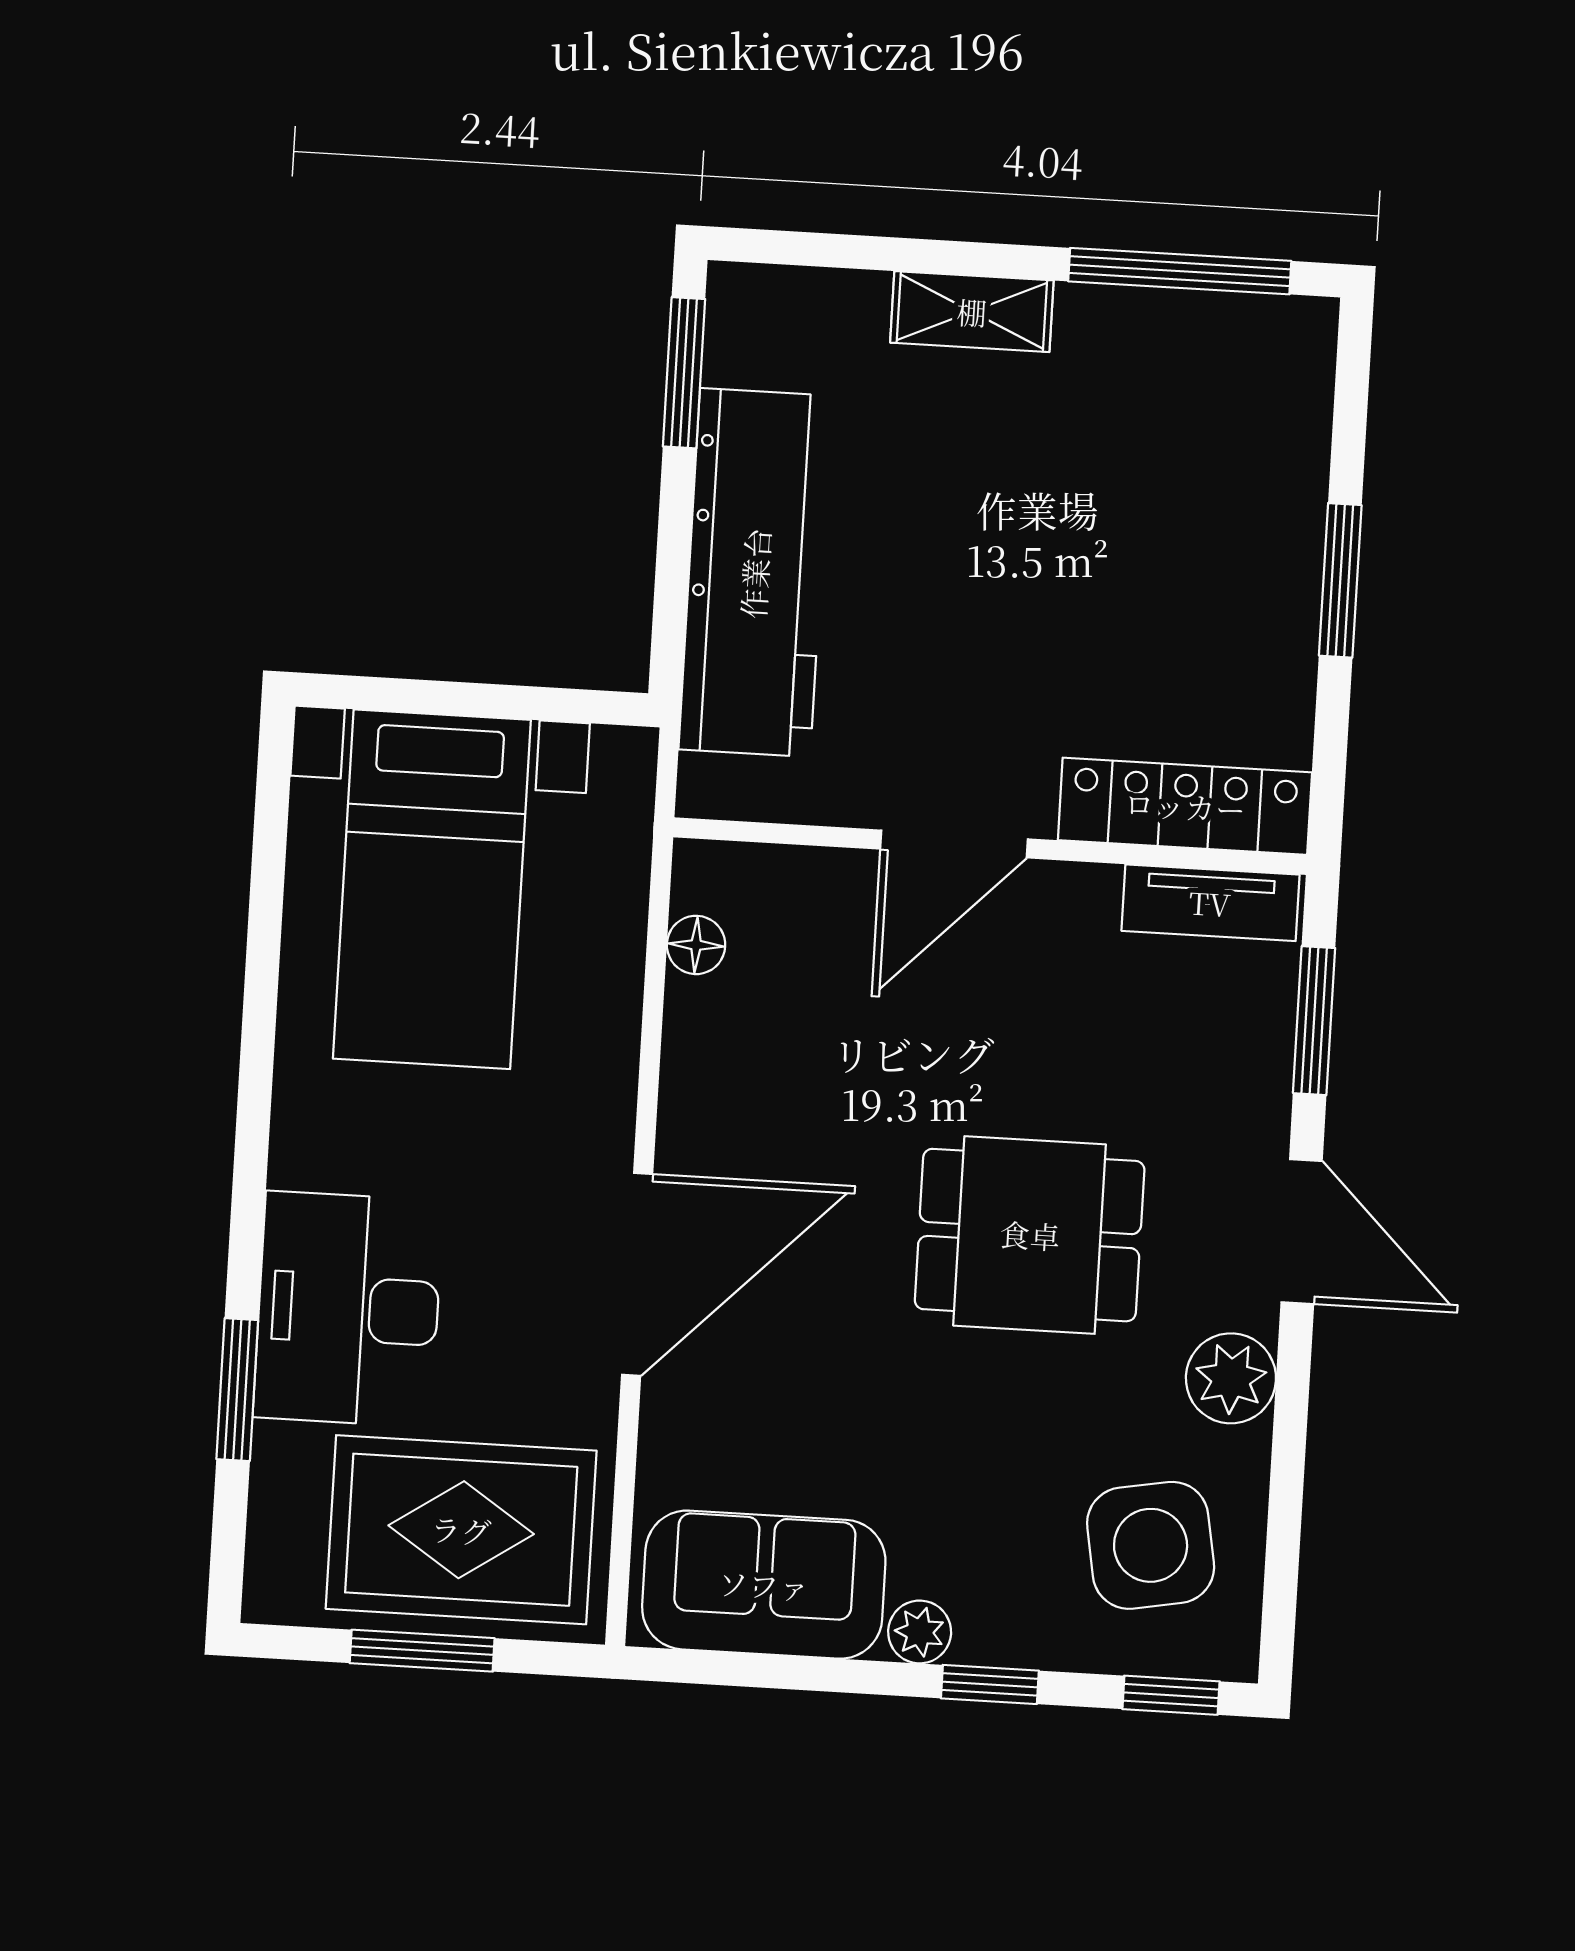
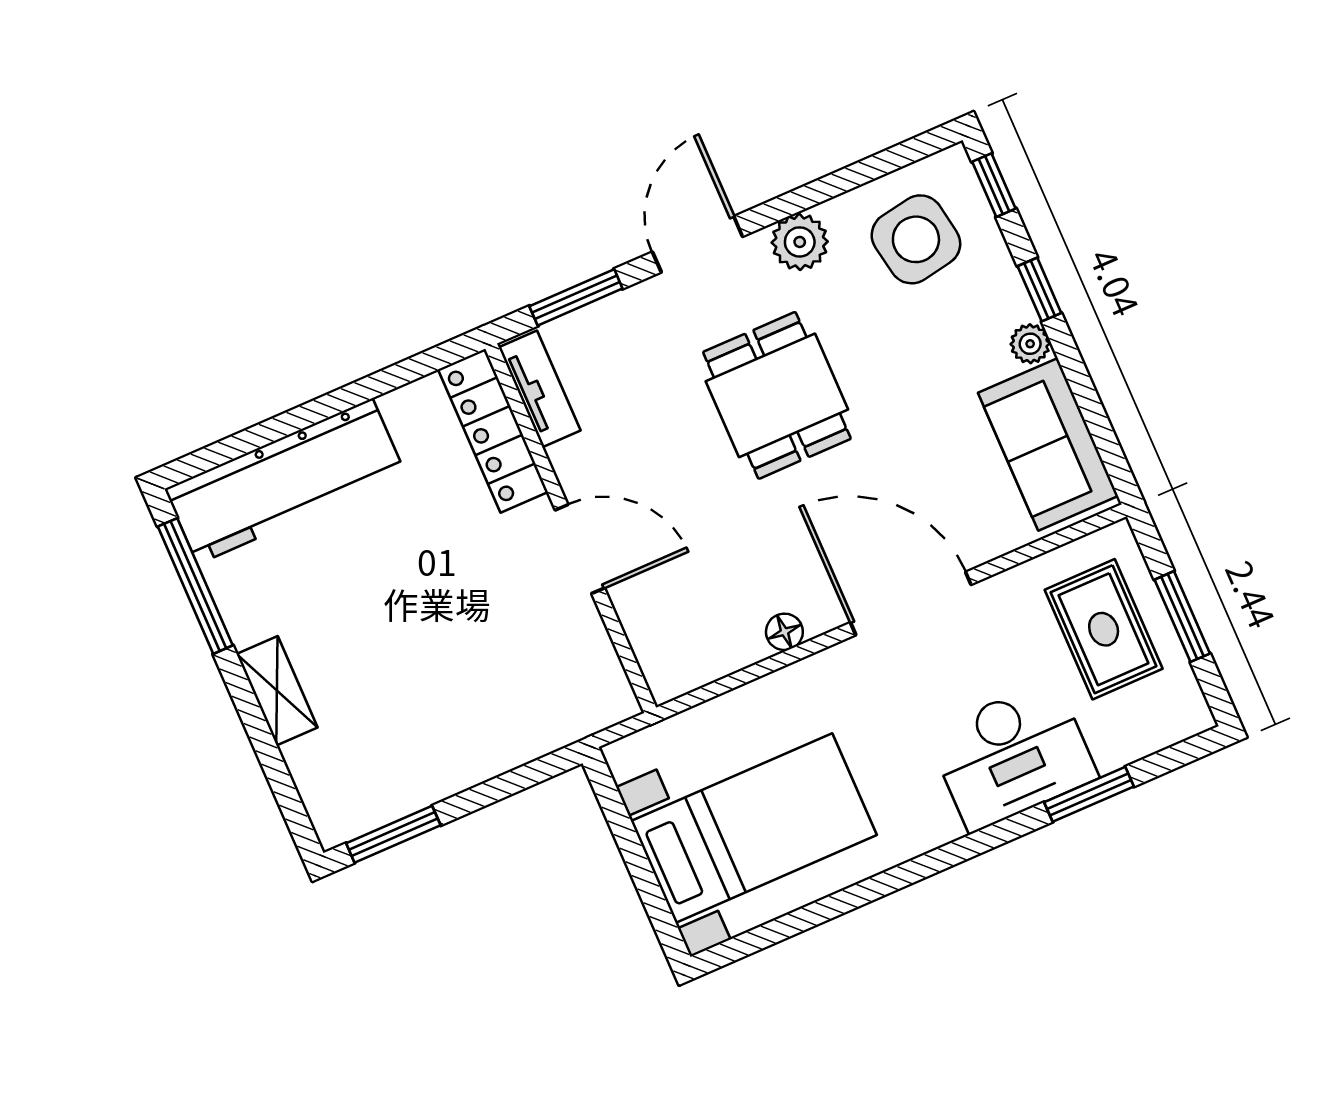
workbench: (755, 573) -> (285, 481), moved, turned 180
window: (1340, 580) -> (322, 408), removed
floor lamp: (696, 945) -> (784, 632), moved
rug: (461, 1530) -> (1104, 629), width x0.73, depth x0.70

